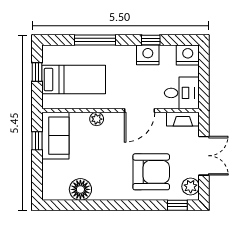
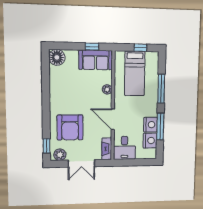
window: (151, 40) -> (160, 127), width x2.17
nightstand: (188, 55) -> (150, 141), moved
floor lamp: (80, 189) -> (57, 57), moved

